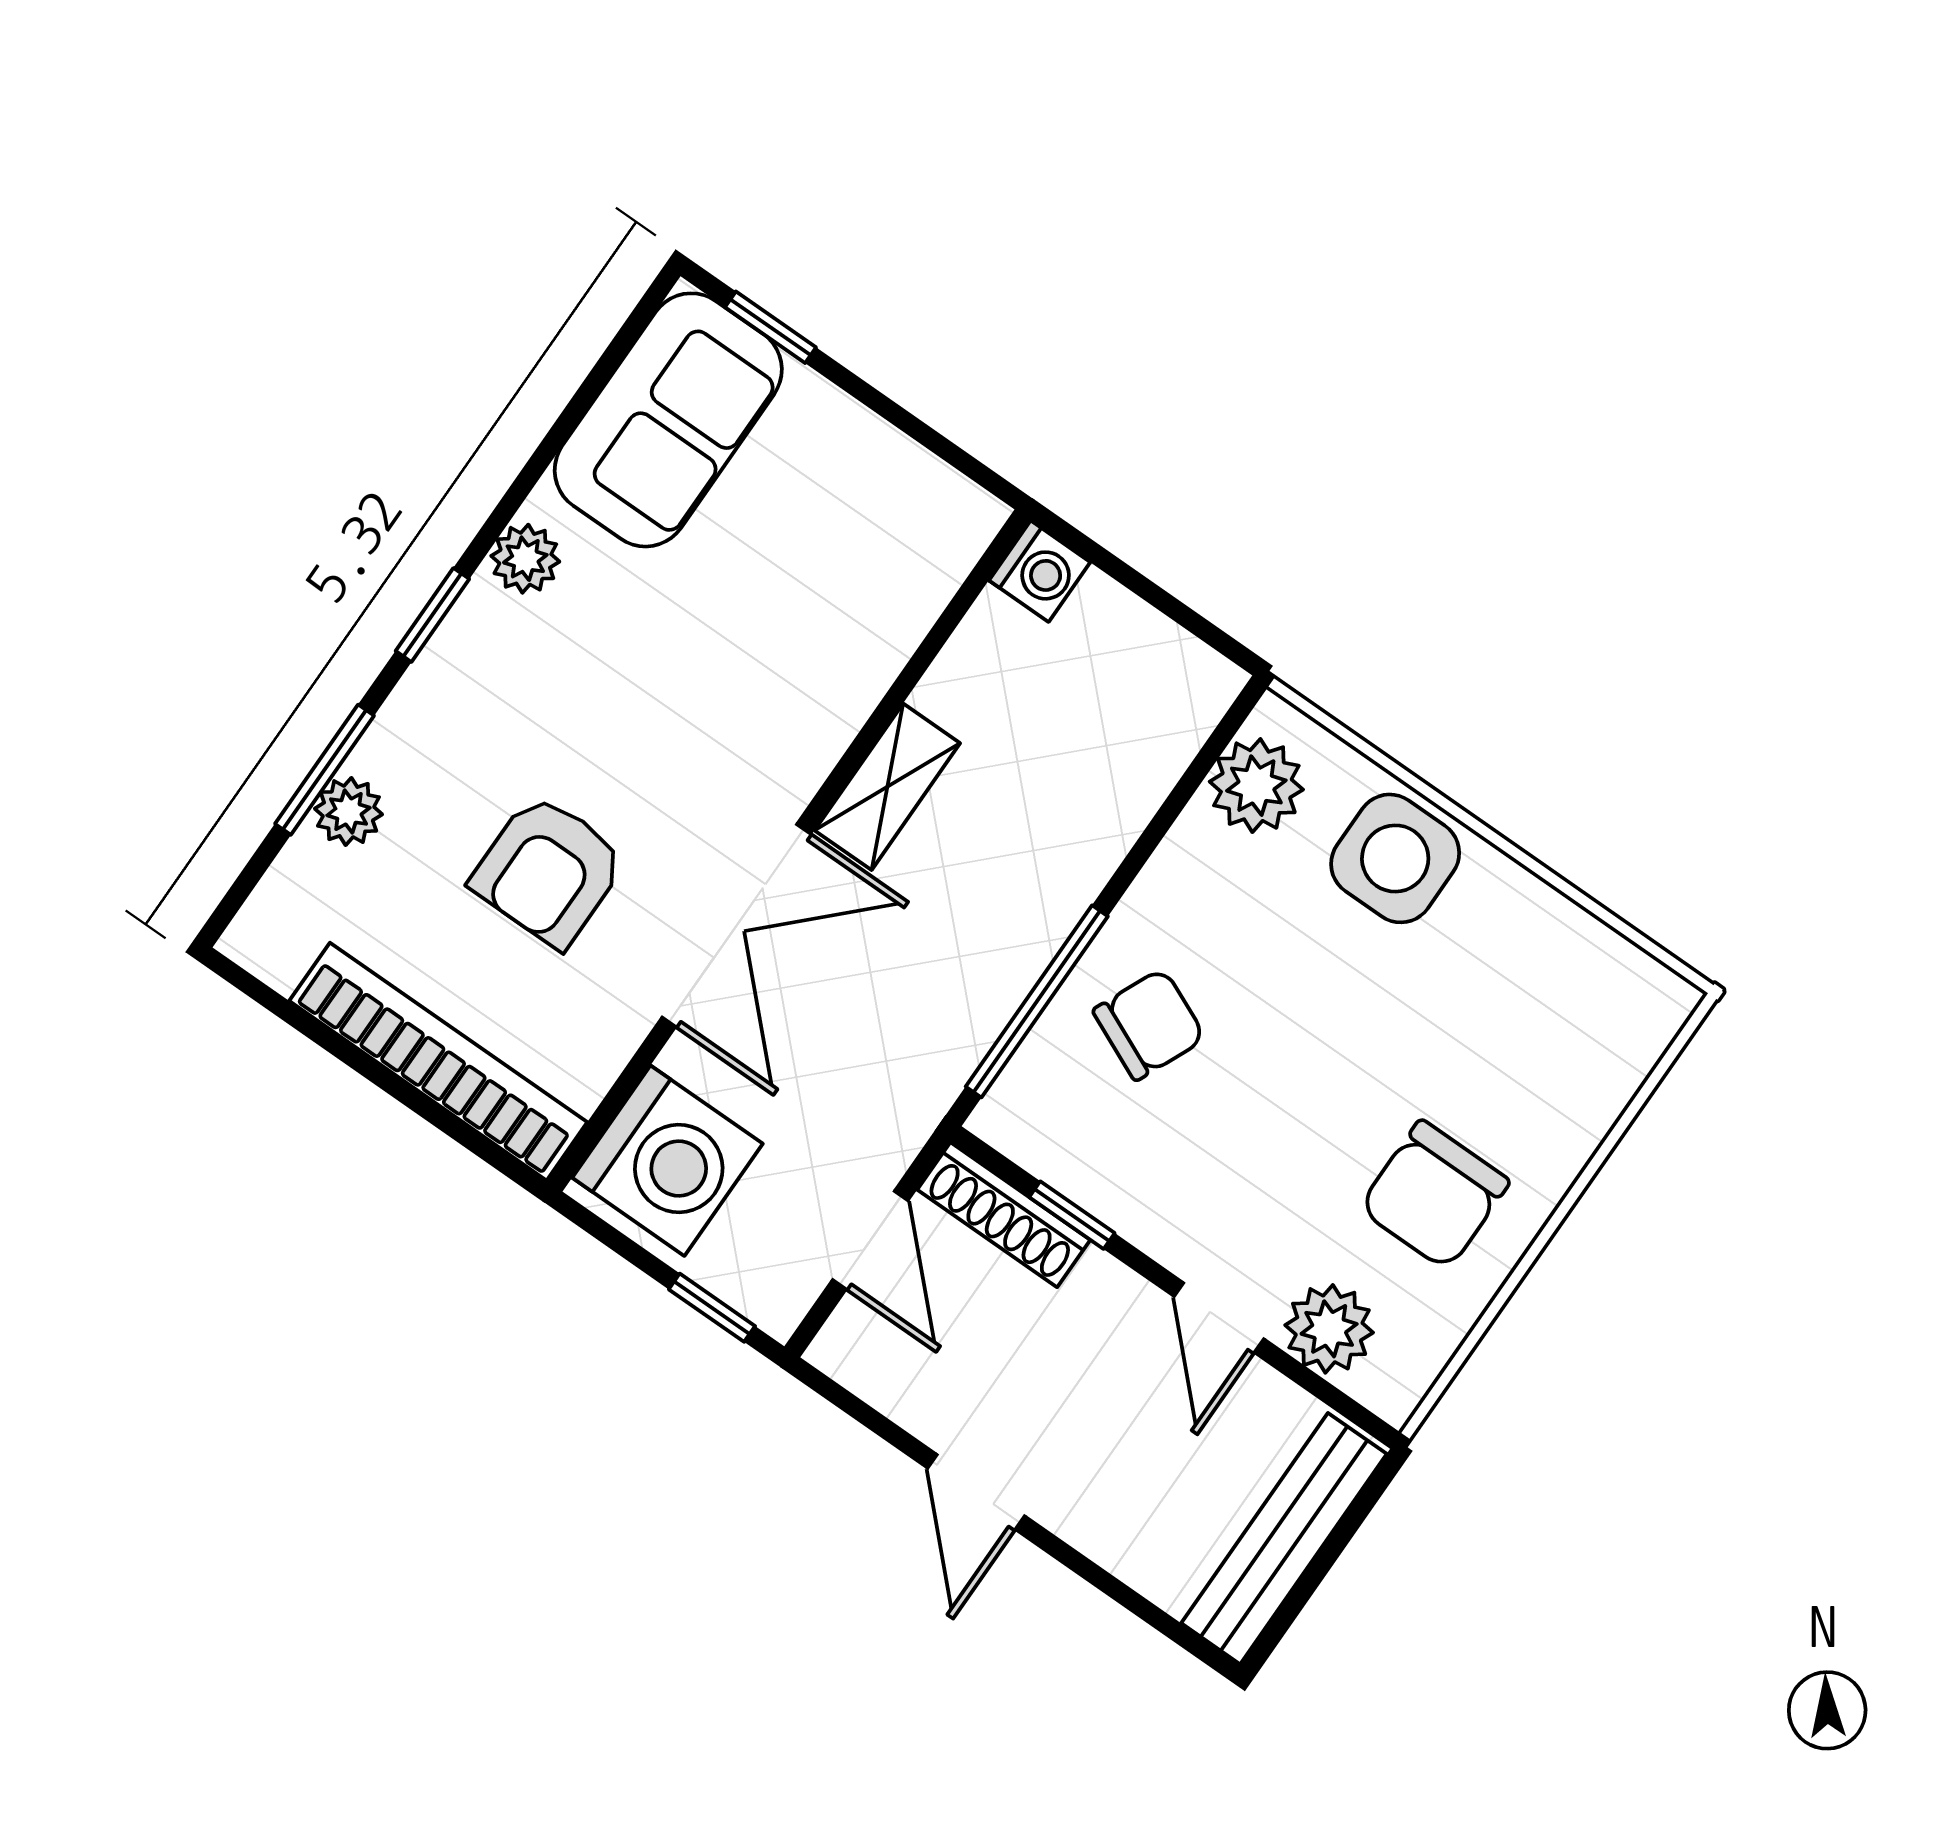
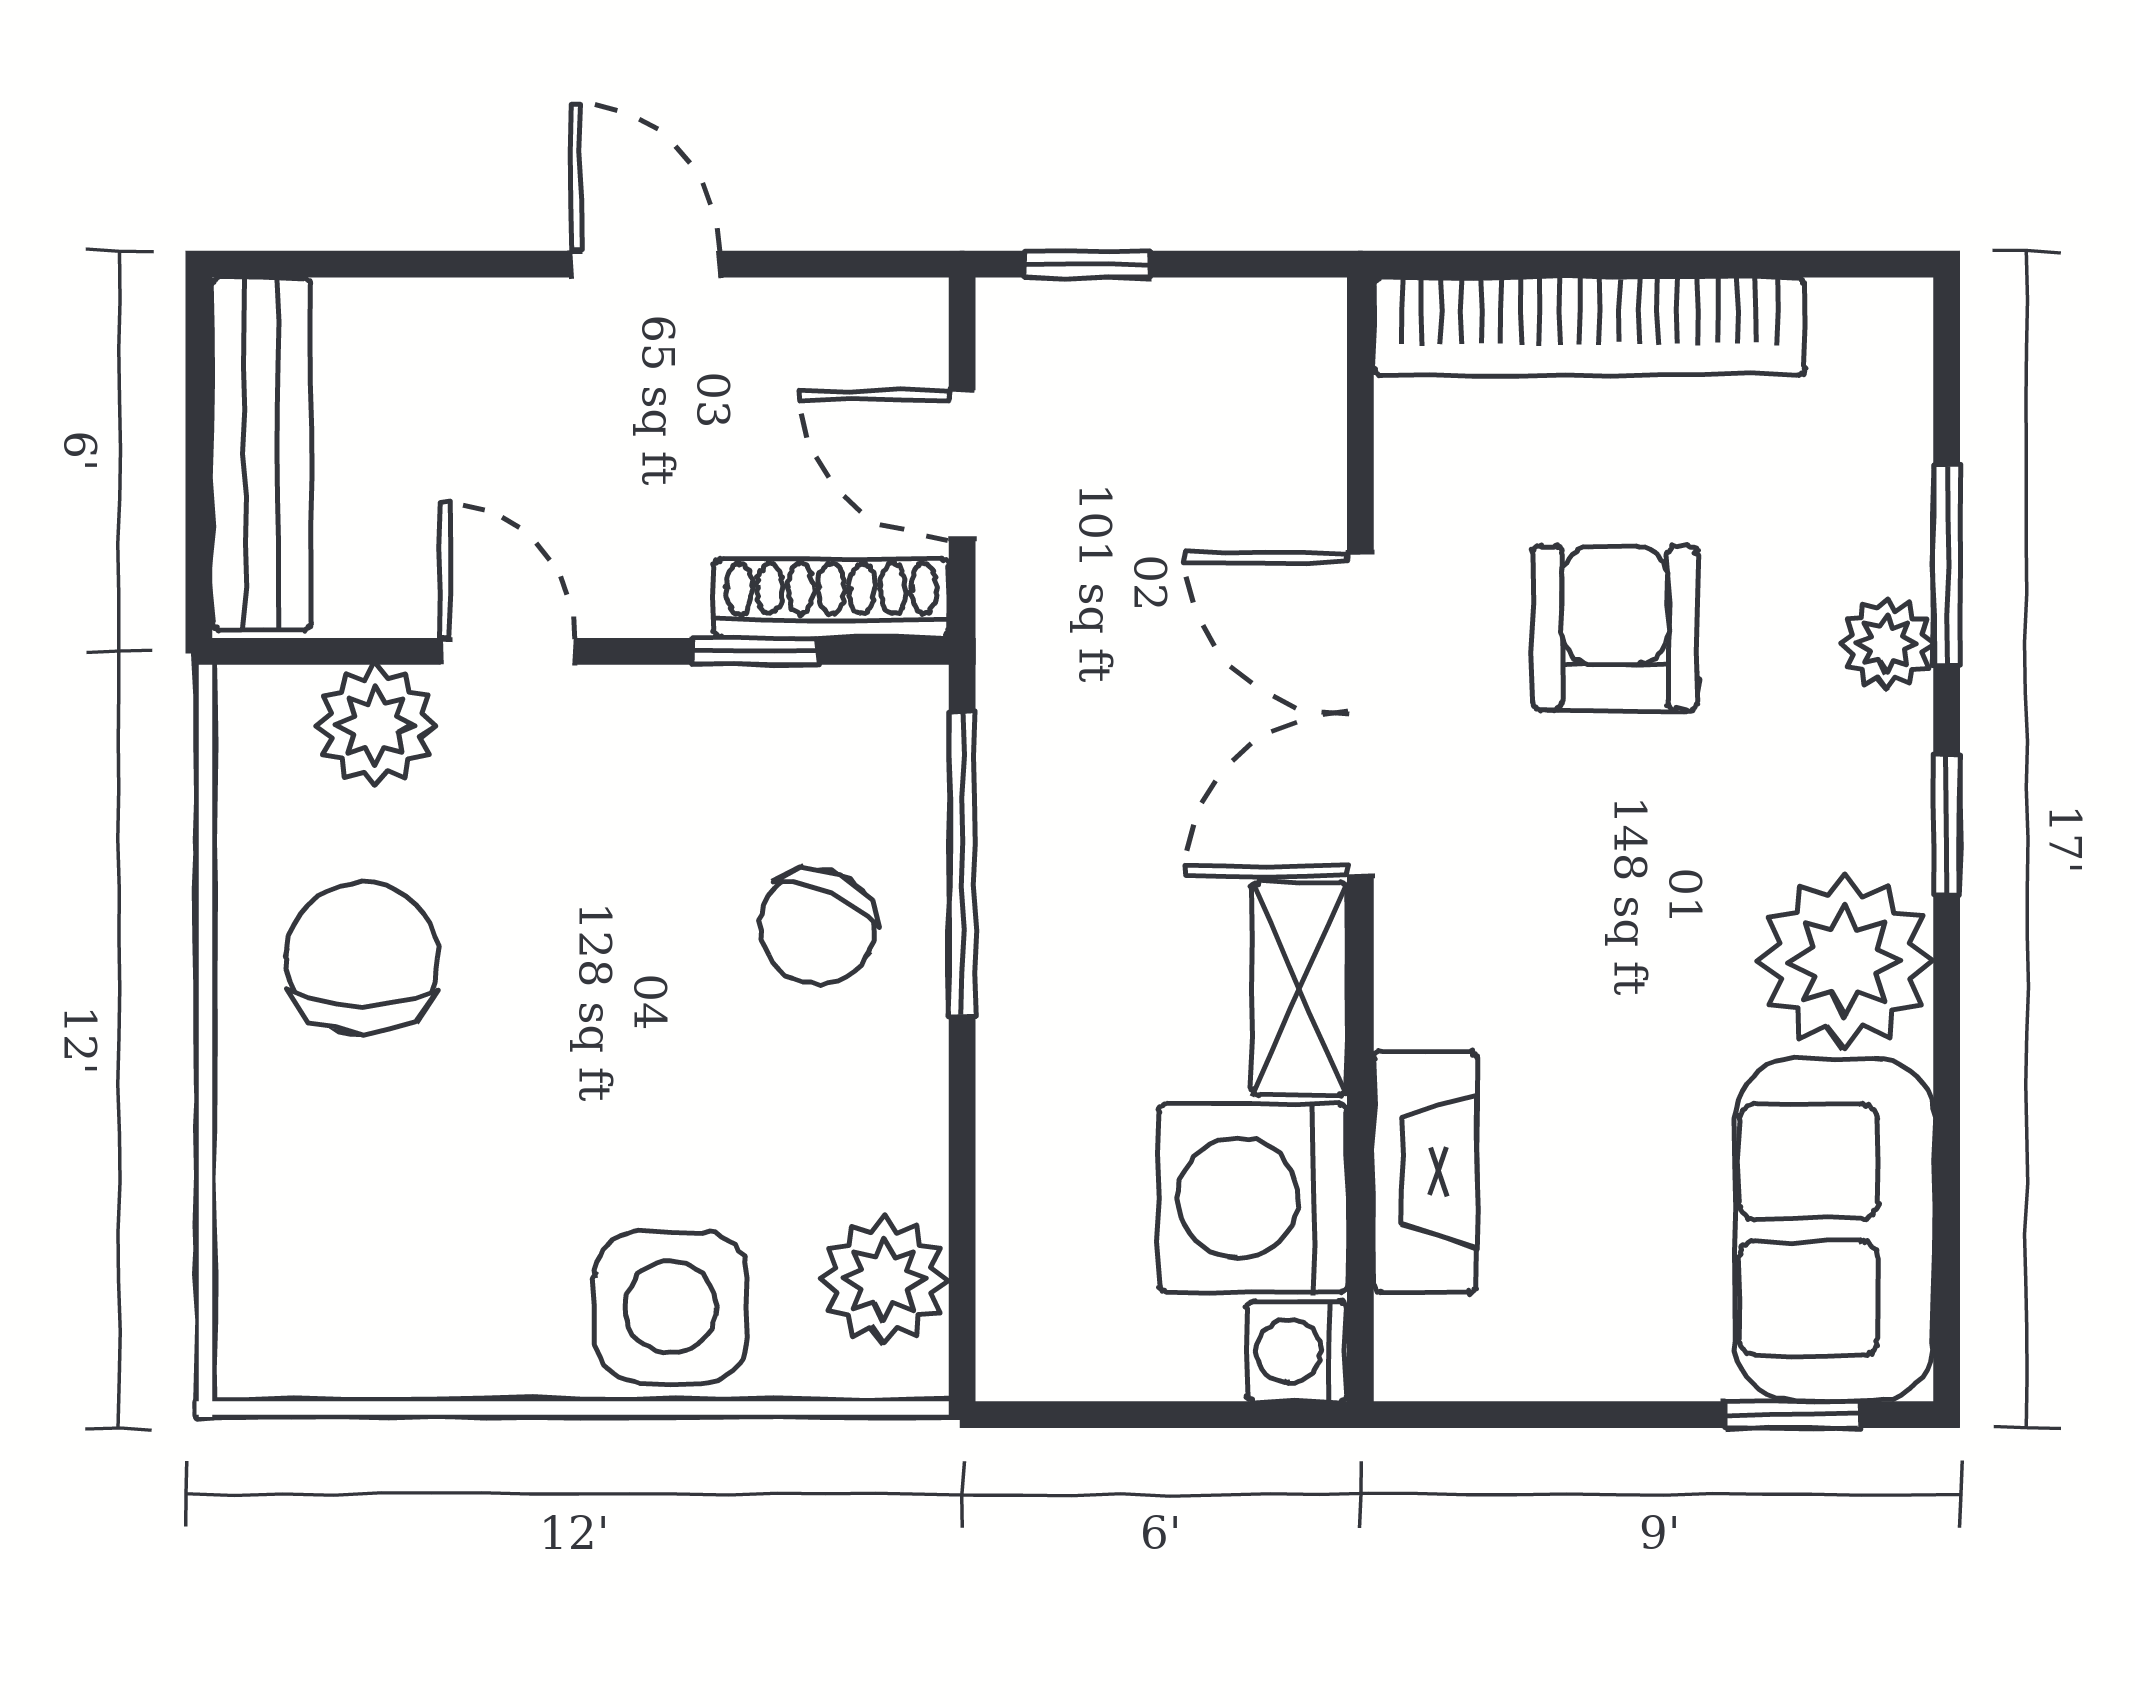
plant: (525, 559) -> (1845, 961), width x1.88, depth x1.88
fireplace: (888, 625) -> (1425, 1172), added
plant: (348, 812) -> (1887, 644), moved
washing machine: (667, 1161) -> (1253, 1198), moved

